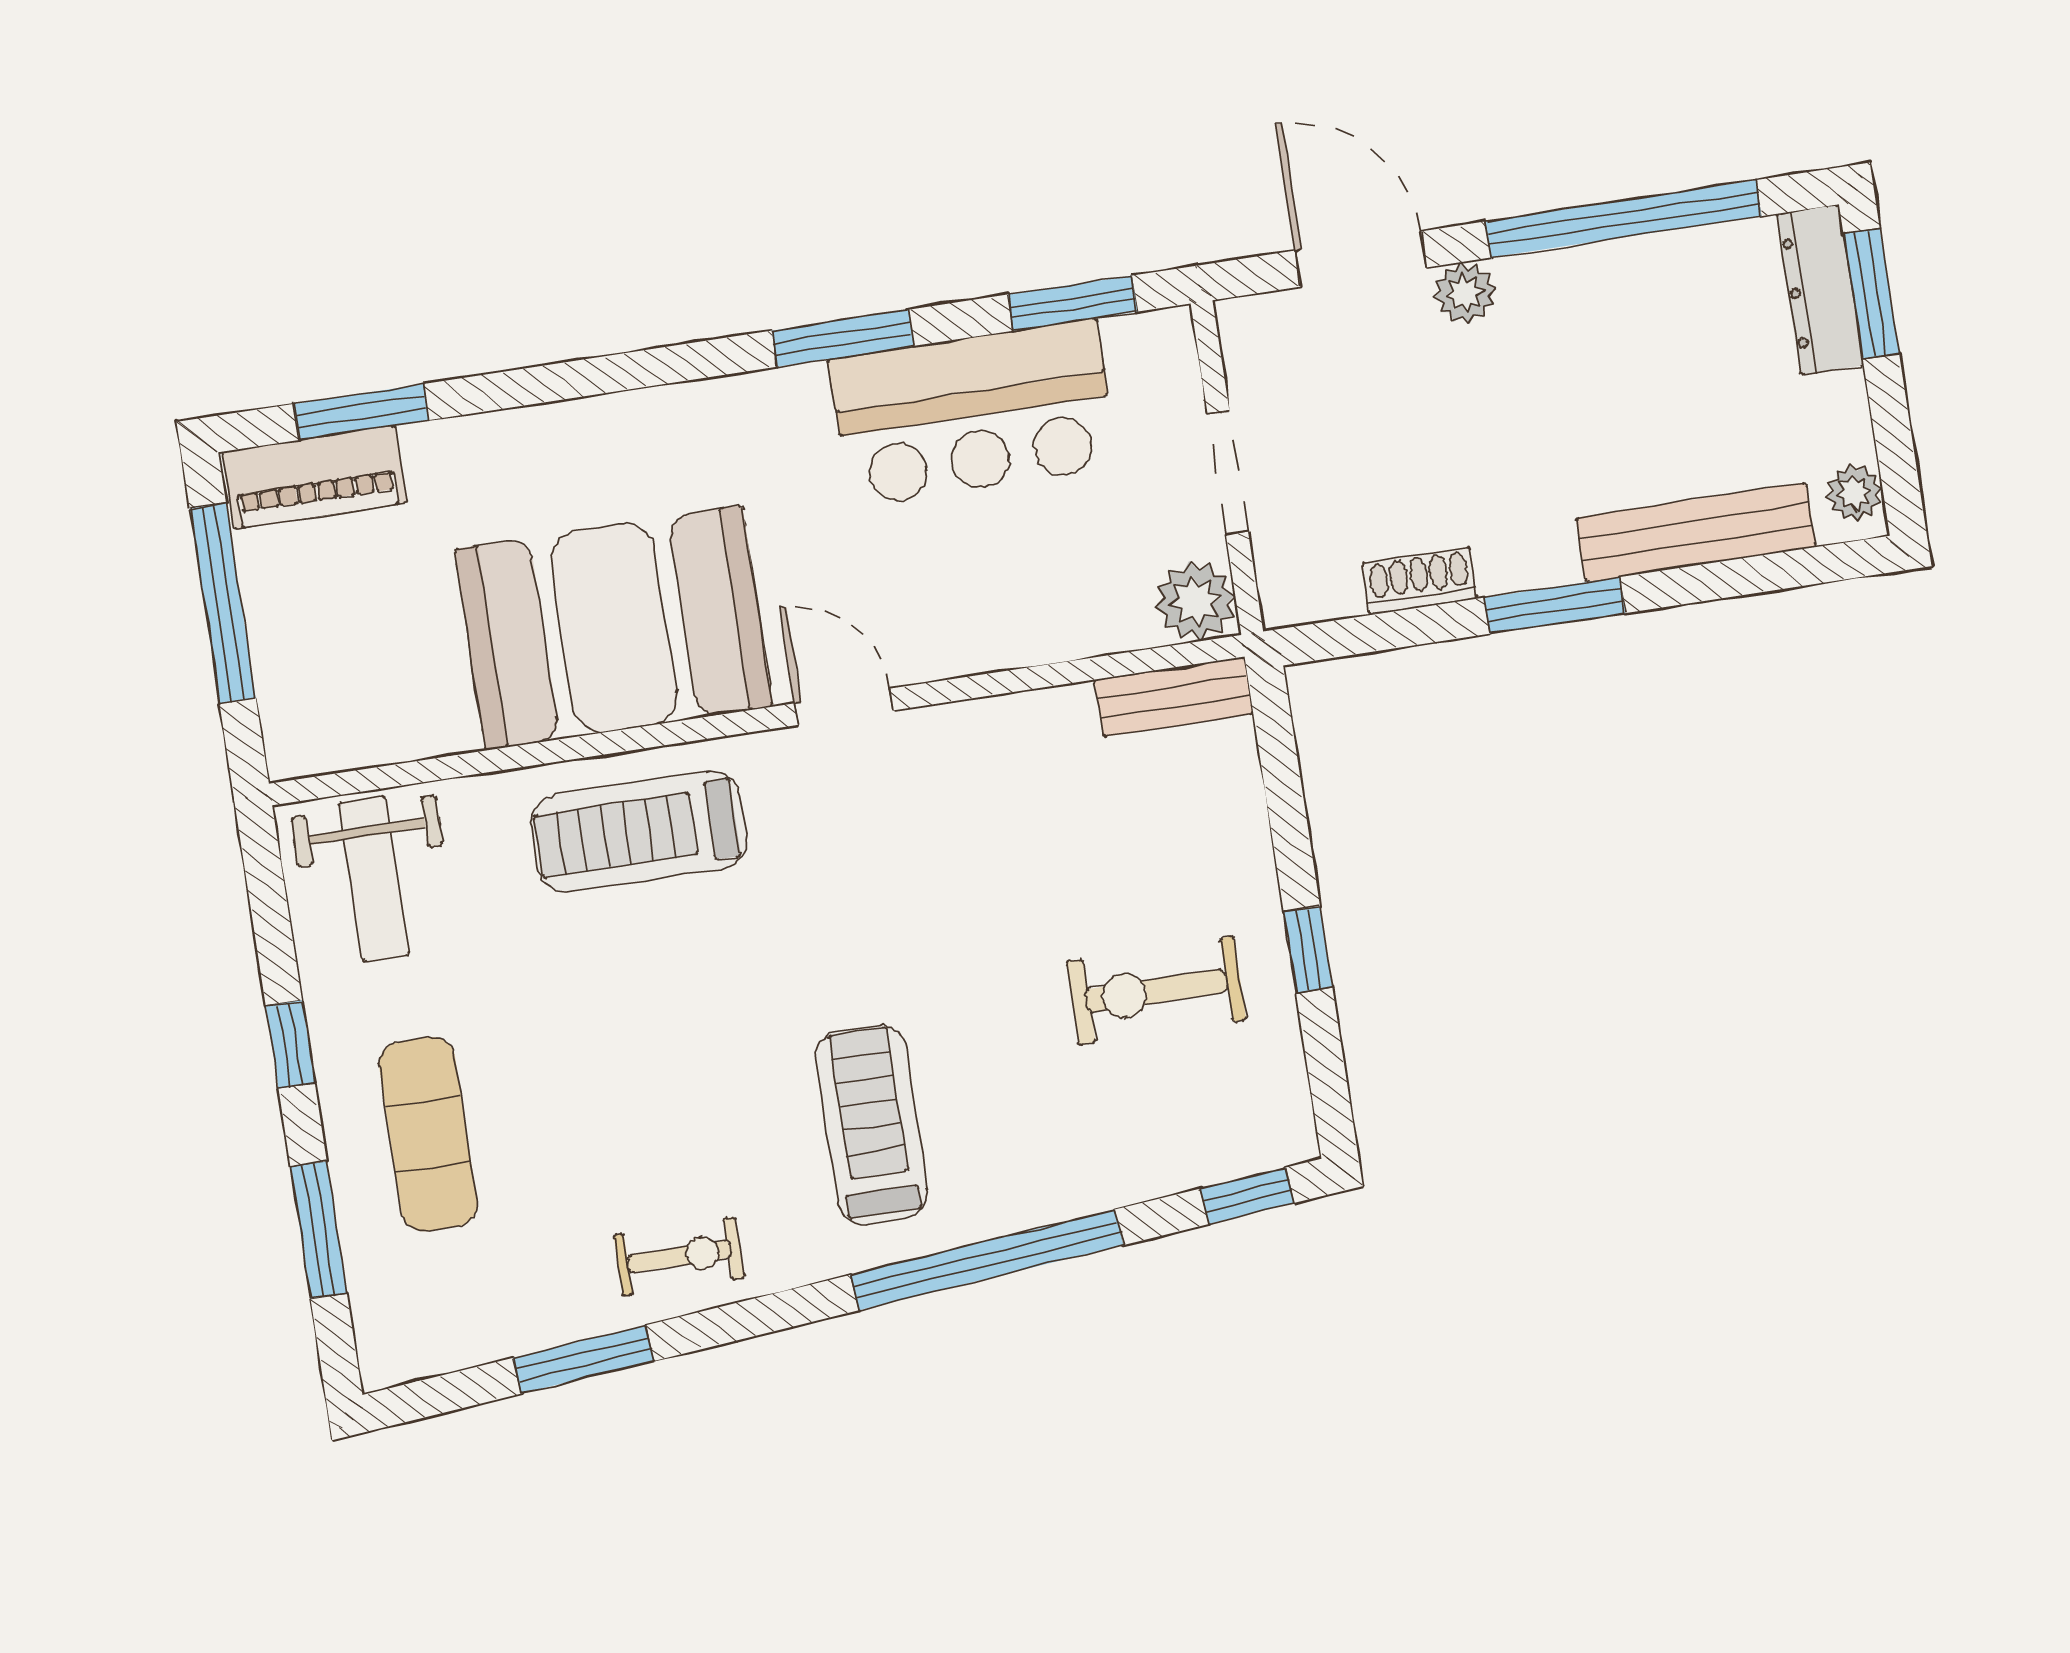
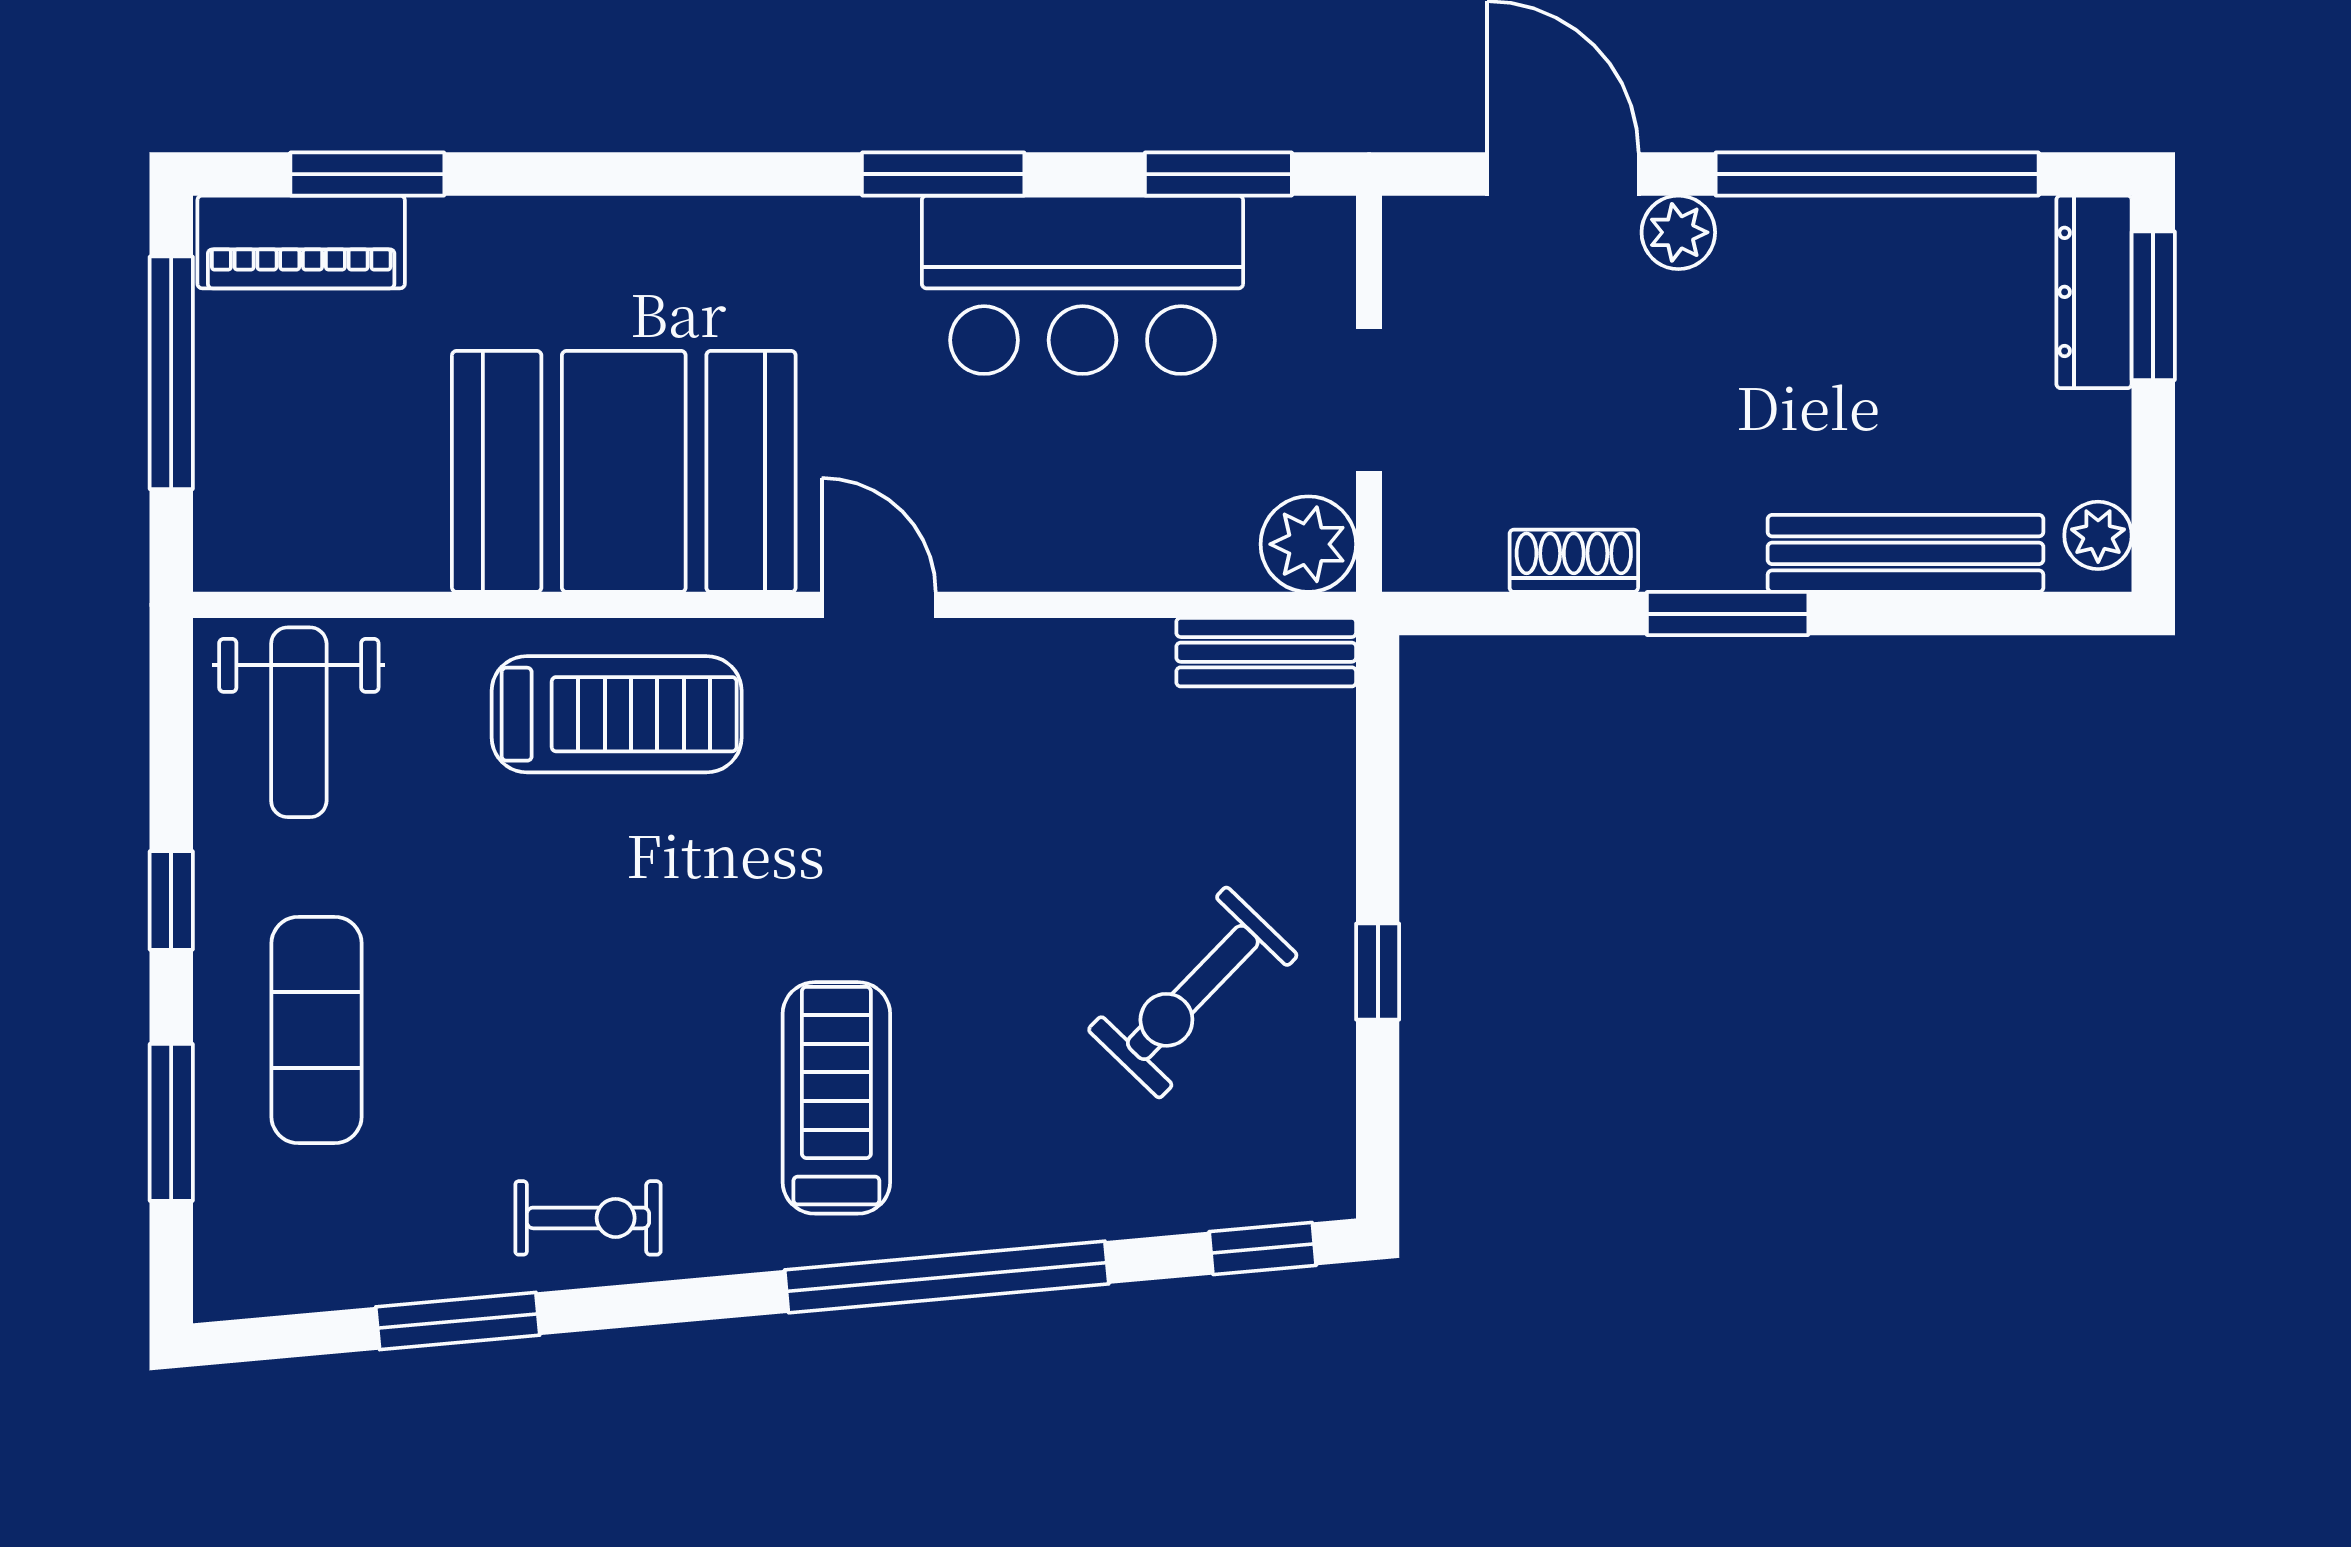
treadmill: (639, 832) -> (617, 714), turned 180
exercise bike: (1156, 991) -> (1193, 993), turned -46

